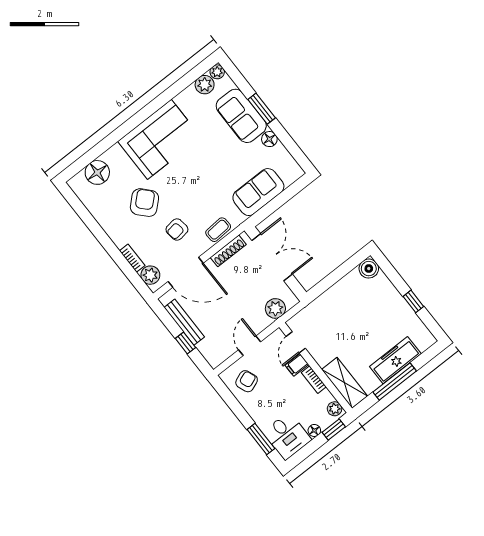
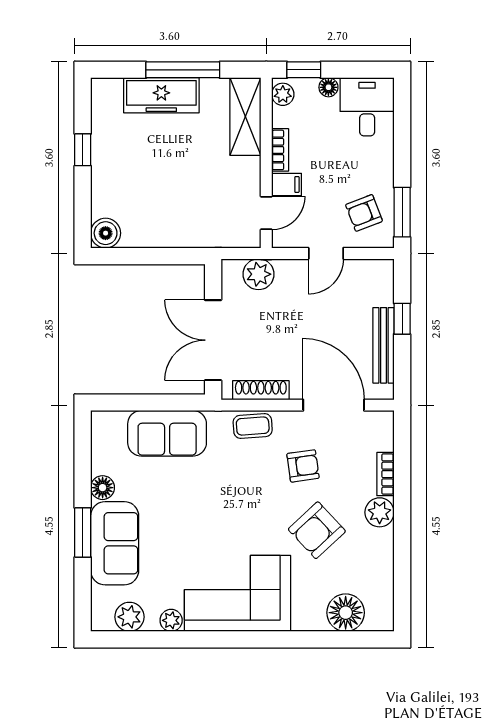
plant: (217, 72) -> (171, 620), moved
plant: (150, 275) -> (380, 512), moved
window: (261, 439) -> (402, 212), moved

